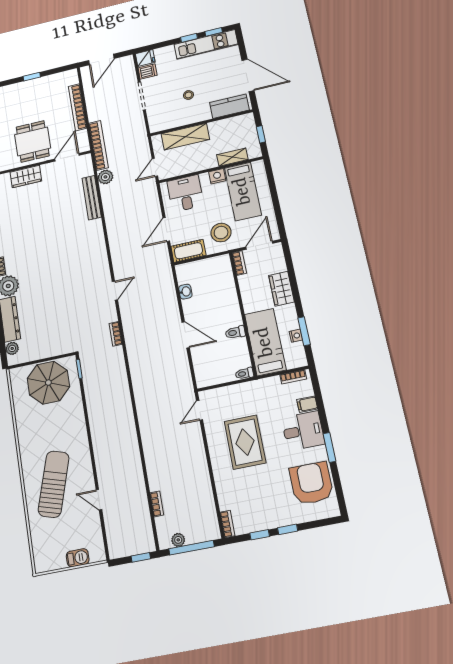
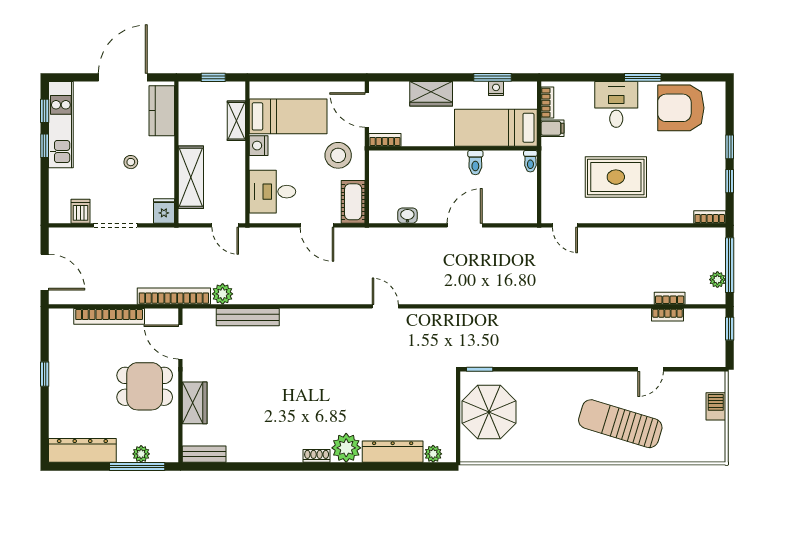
fridge: (145, 58) -> (164, 211), moved
bookcase: (116, 334) -> (667, 315), moved
filing cabinet: (307, 404) -> (552, 128), moved, turned -90

